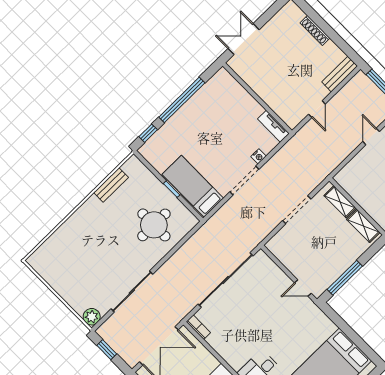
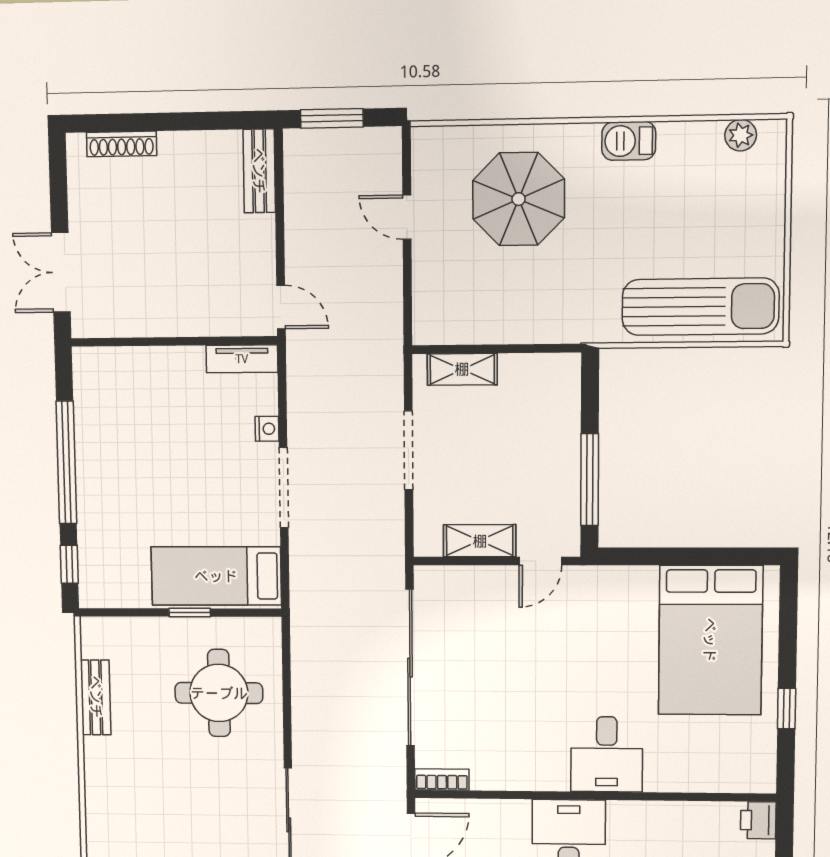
shoe rack: (315, 30) -> (122, 144), moved
door: (317, 109) -> (281, 307), moved
shelving: (363, 226) -> (480, 541), moved

